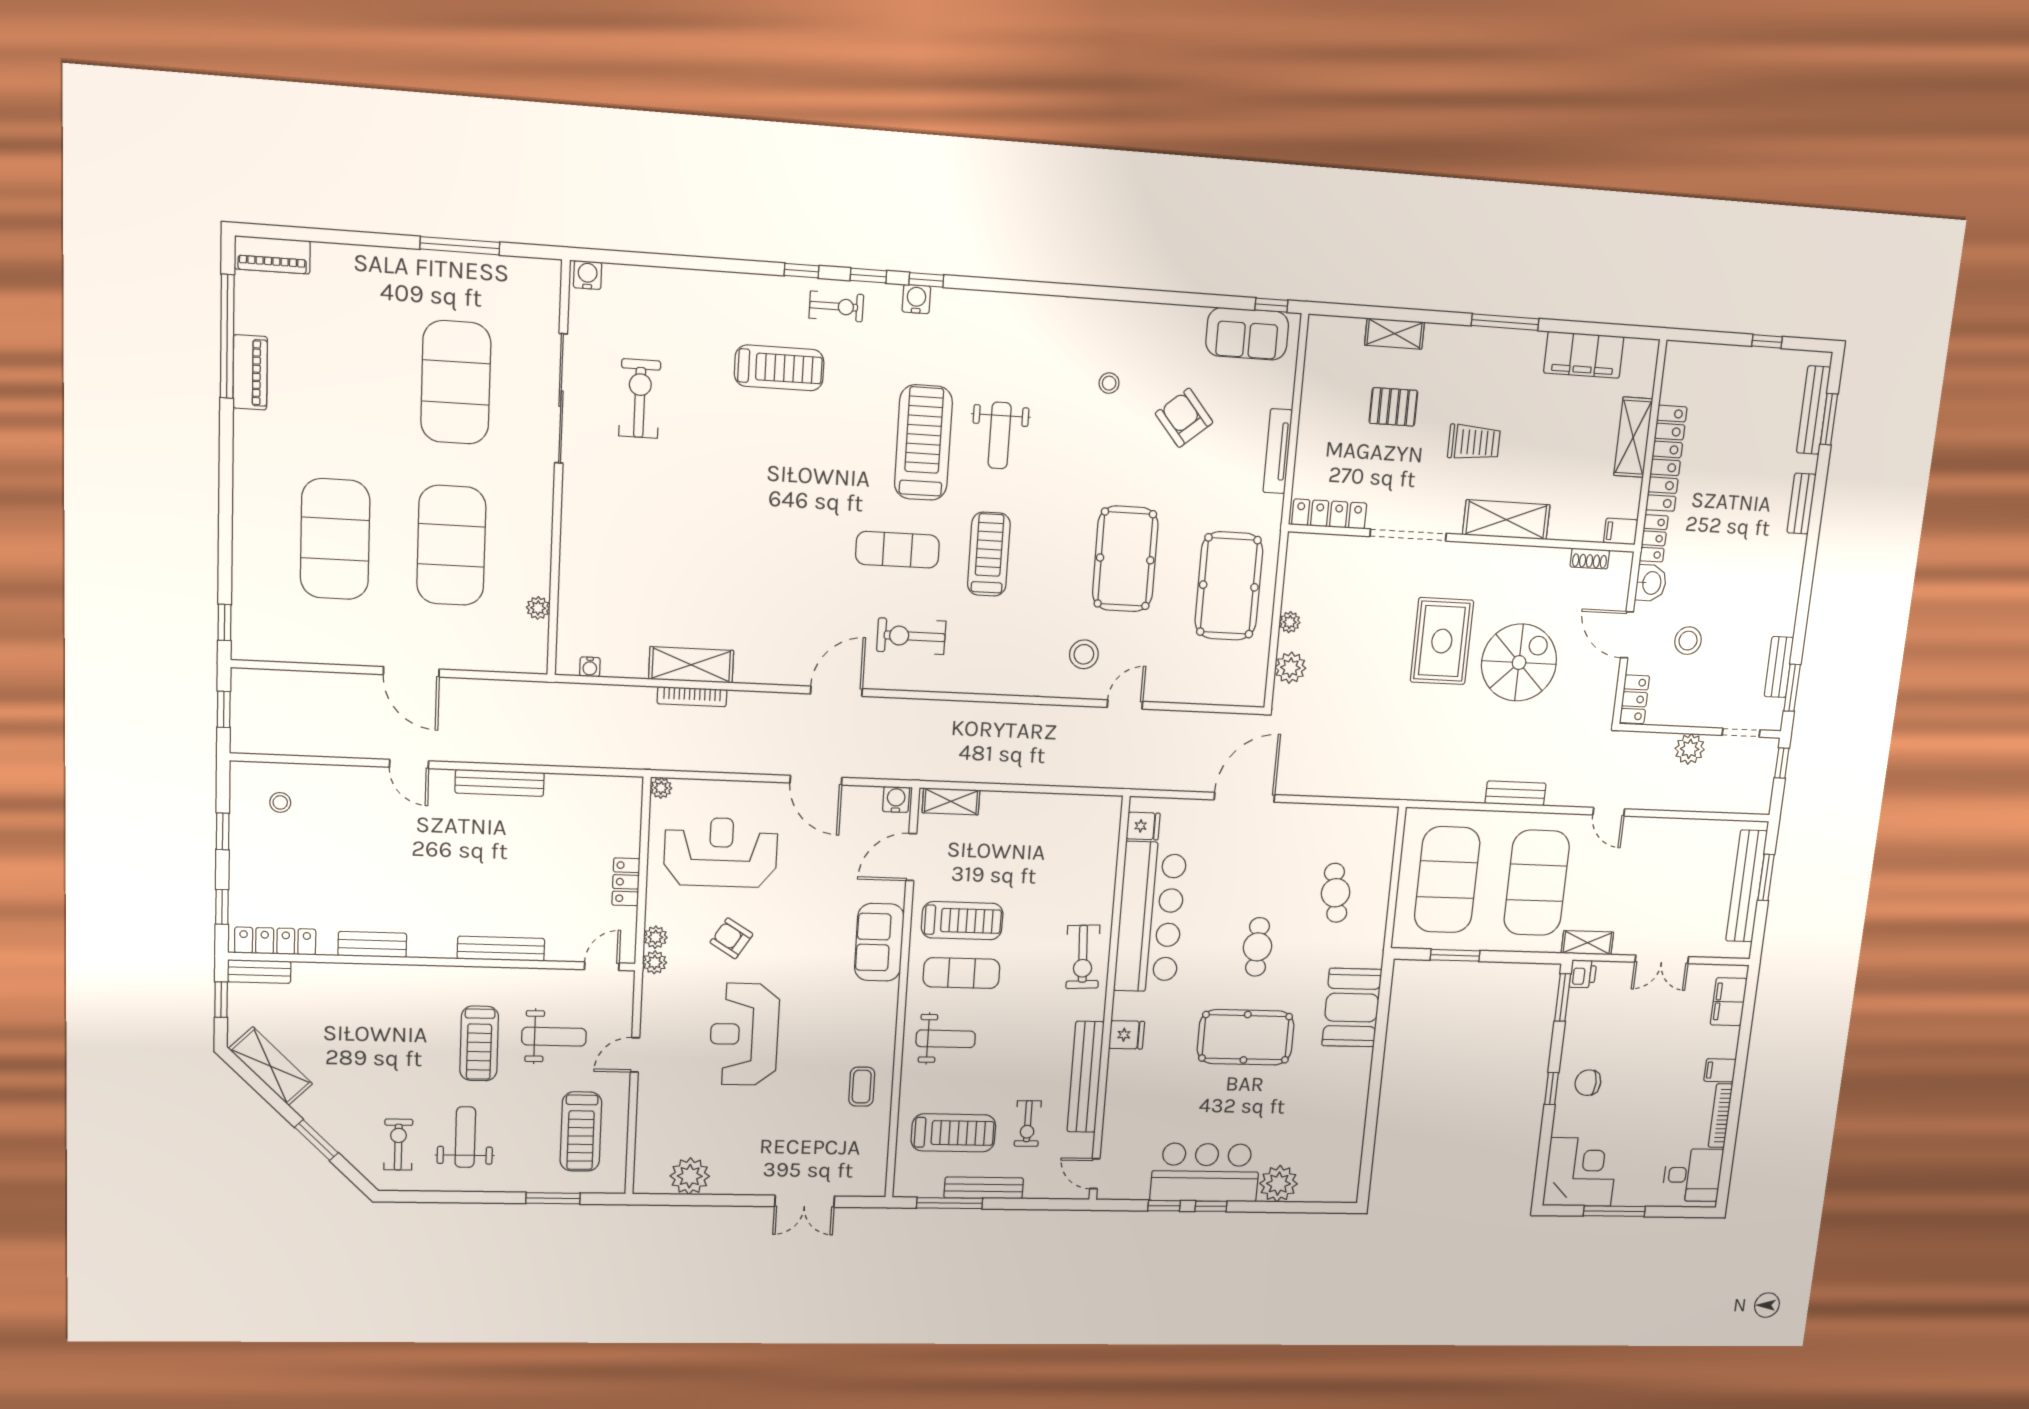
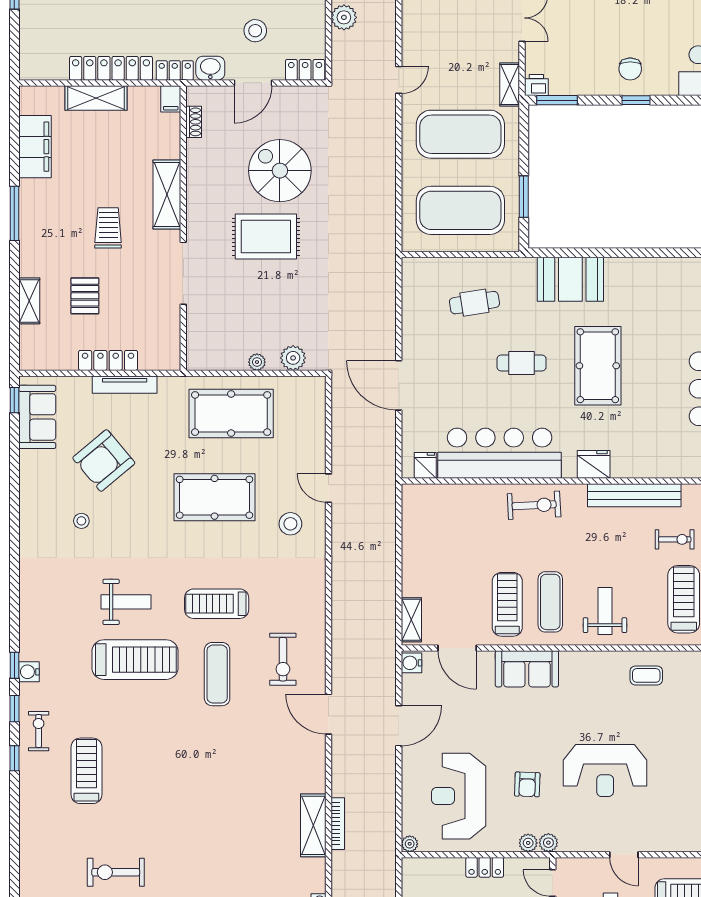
armchair: (1184, 418) -> (104, 461), width x1.36, depth x1.36
treadmill: (923, 443) -> (135, 660), turned 180
locker: (1329, 514) -> (108, 360), moved, turned 90
bench: (1516, 793) -> (387, 161), removed
armchair: (731, 938) -> (527, 784), turned -30
fridge: (1127, 1035) -> (594, 464), width x1.38

